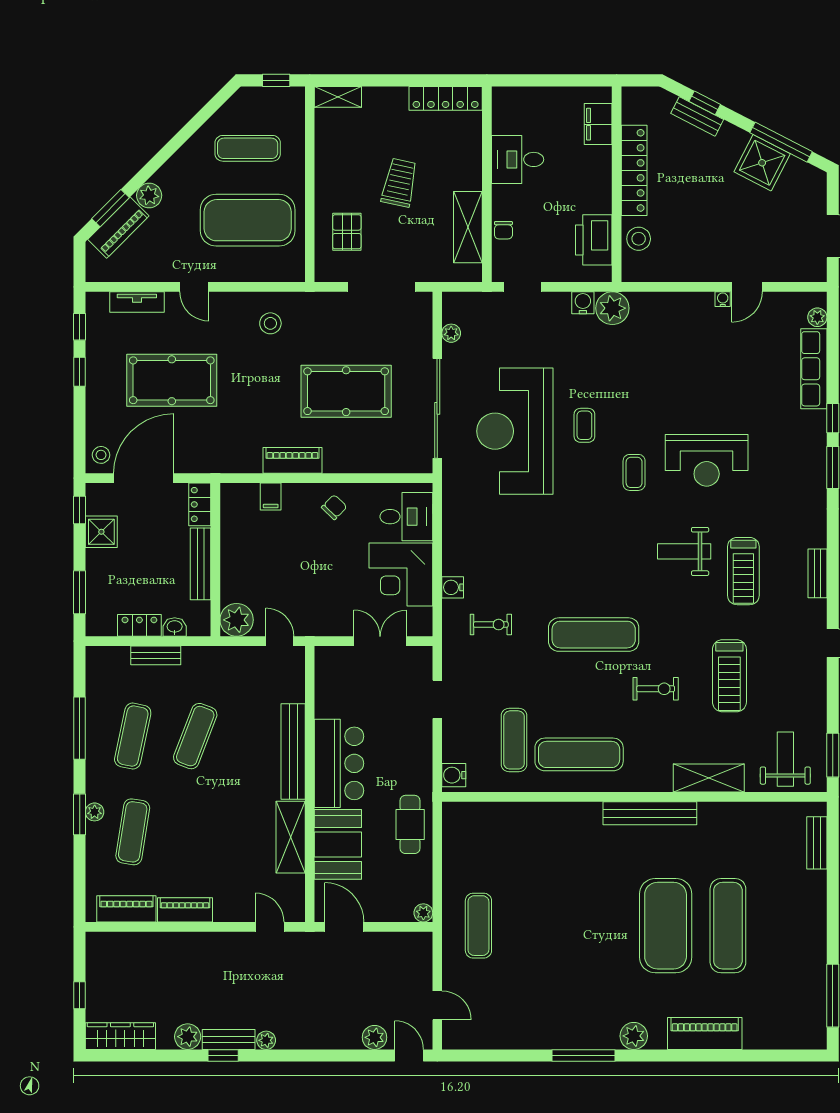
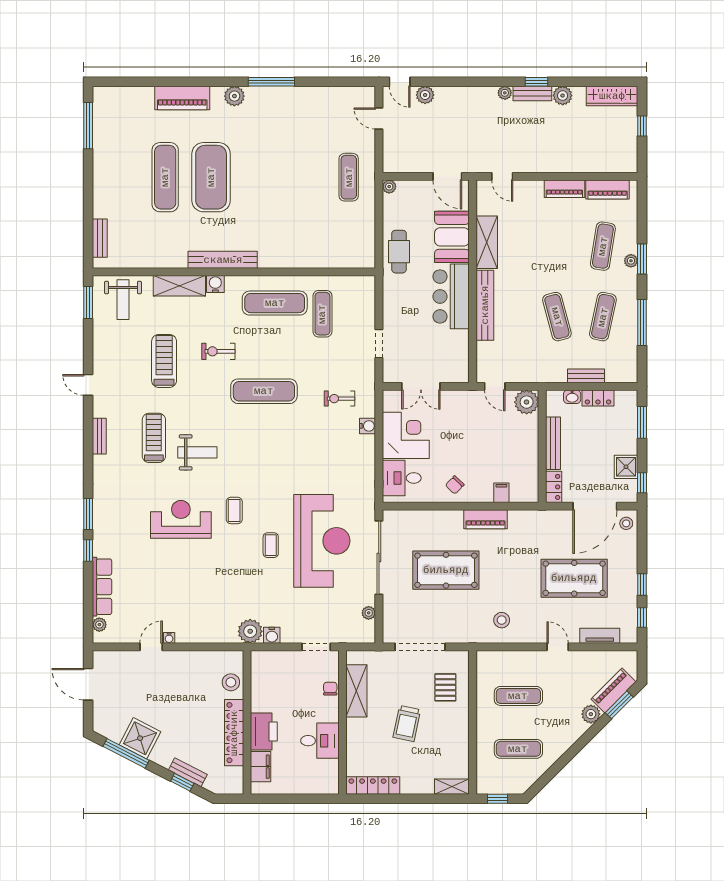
exercise mat: (248, 220) -> (518, 696), width x0.50, depth x0.69
printer: (594, 240) -> (264, 731), moved
exercise mat: (195, 736) -> (557, 317), turned -36
water cooler: (454, 775) -> (215, 284), moved, turned -90

